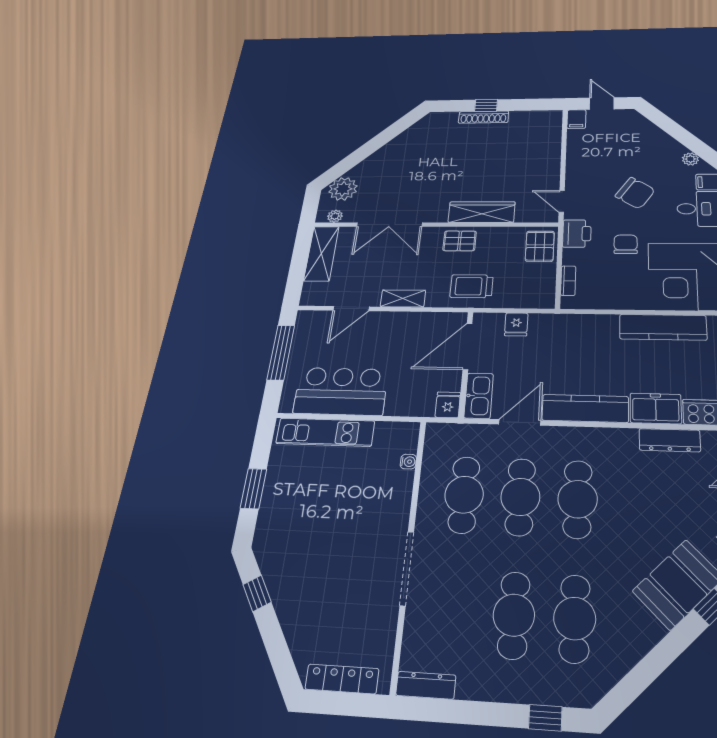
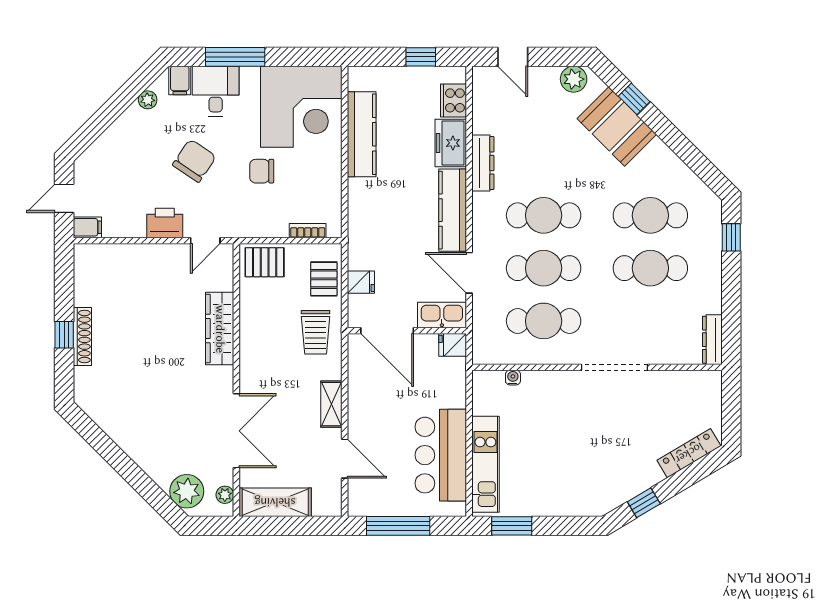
printer: (577, 234) -> (165, 223), moved
pallet: (460, 241) -> (324, 279), moved
dresser: (670, 440) -> (483, 163), moved
window: (253, 489) -> (512, 526), moved
locker: (342, 679) -> (689, 453), moved, turned 59

